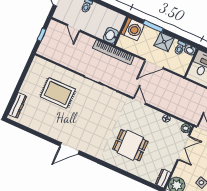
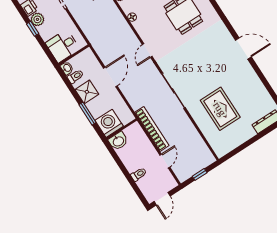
washbasin: (111, 35) -> (118, 141), moved
bookcase: (113, 52) -> (152, 129), moved
door: (154, 64) -> (110, 77), hinge flipped

